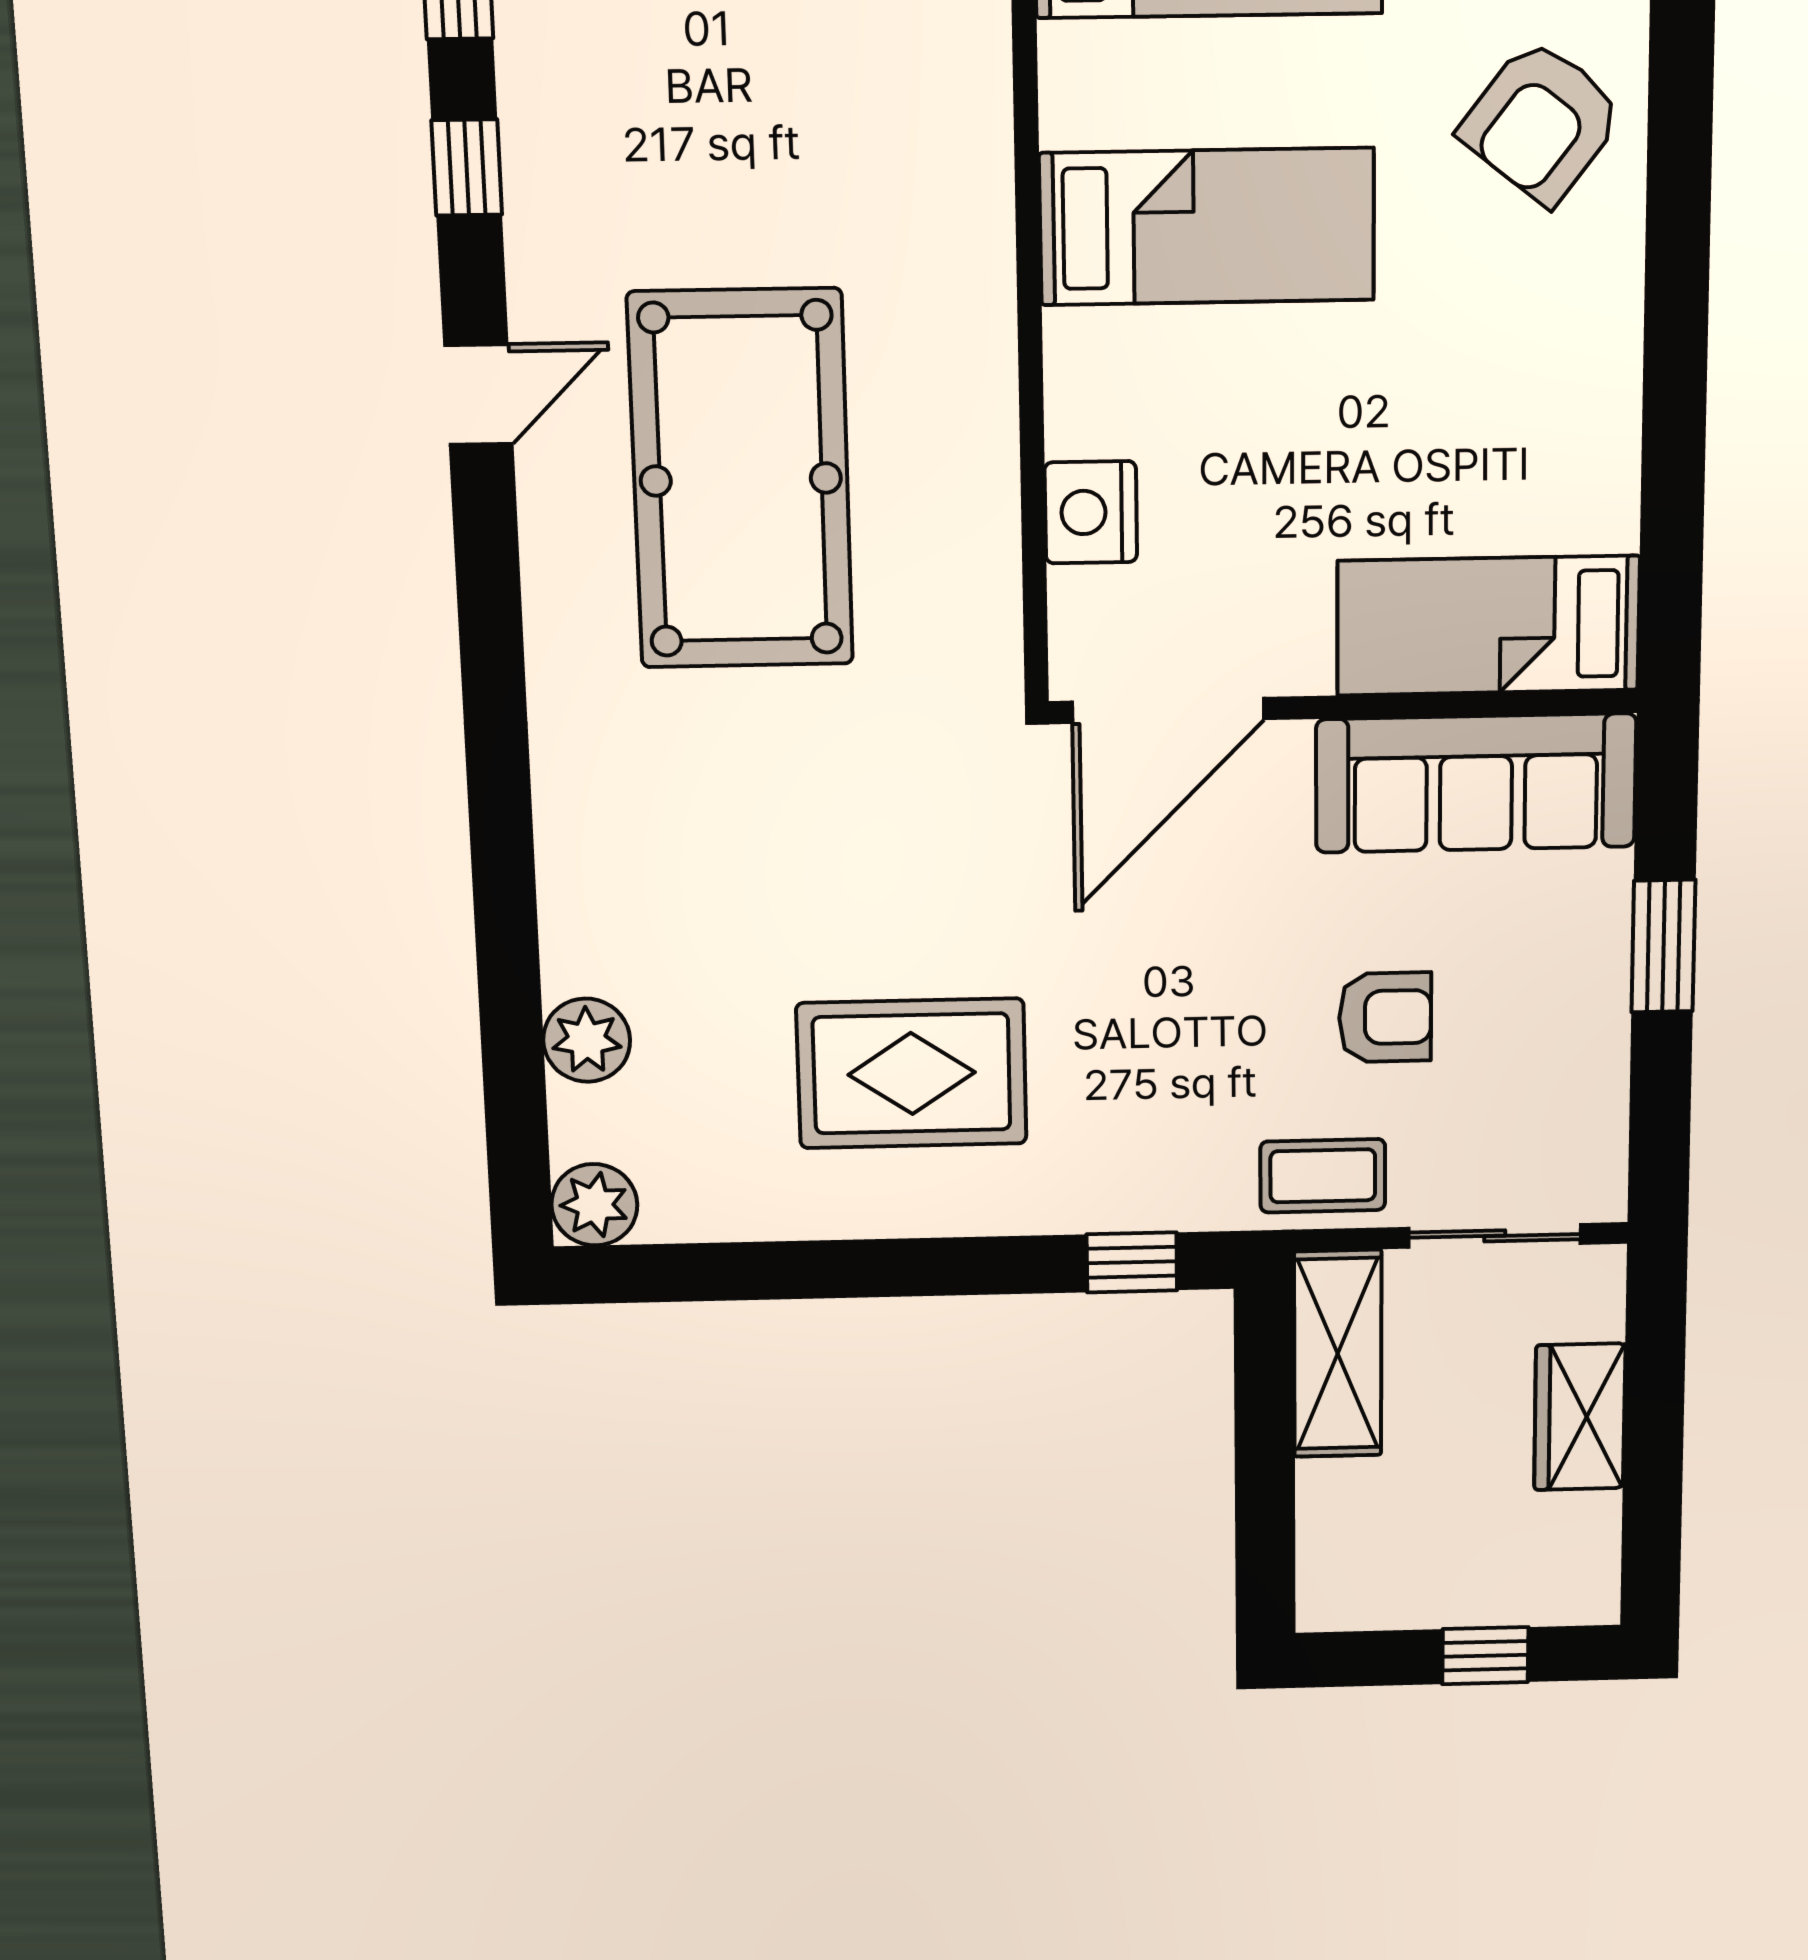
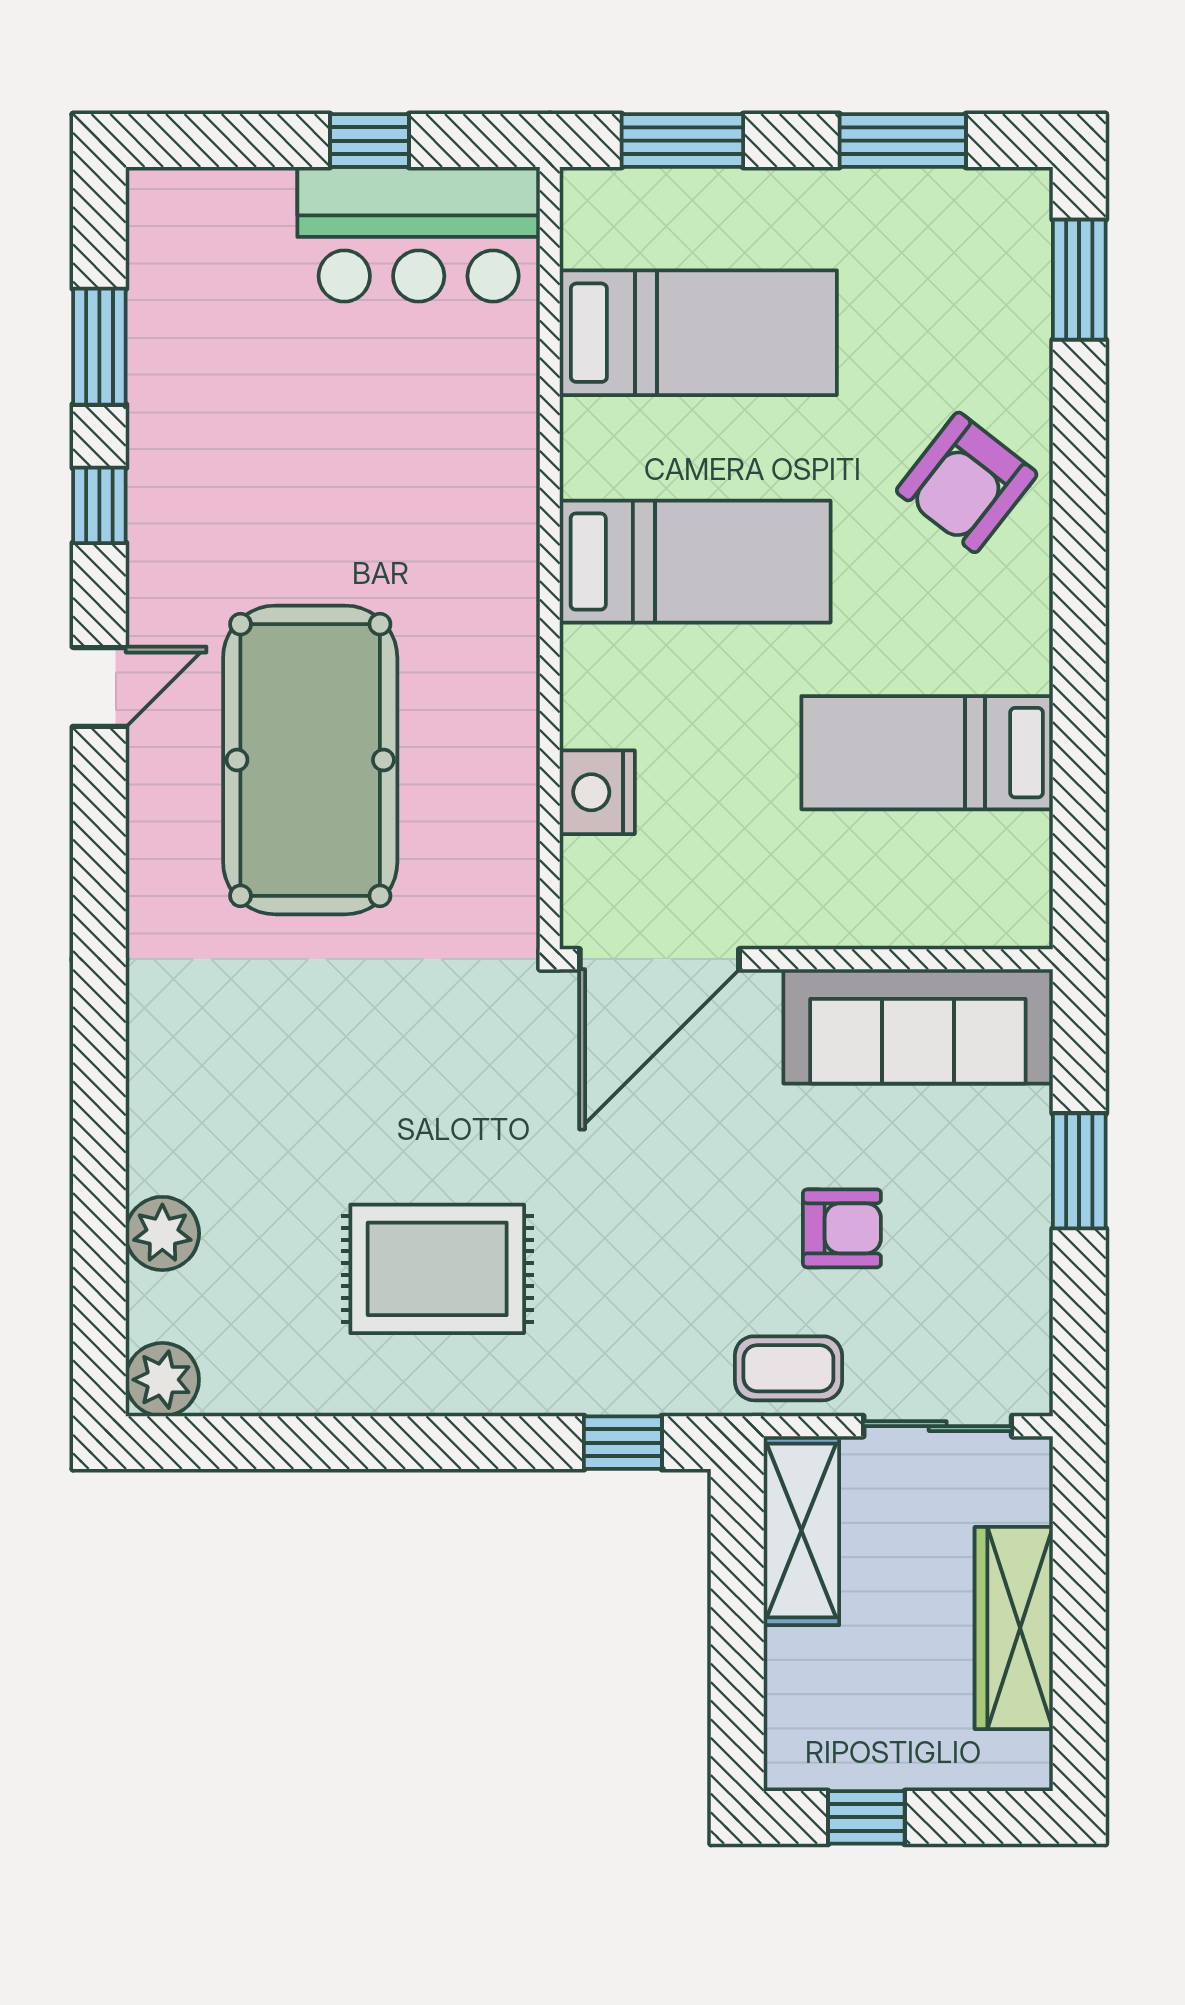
bed: (1488, 626) -> (927, 753), moved
wardrobe: (1580, 1417) -> (1014, 1628), width x1.50
window: (1485, 1656) -> (866, 1817), moved

